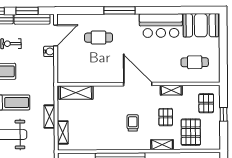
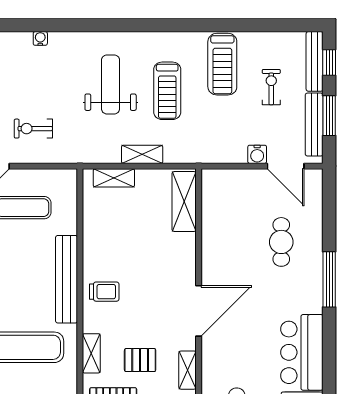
trolley: (133, 123) -> (104, 292), moved

